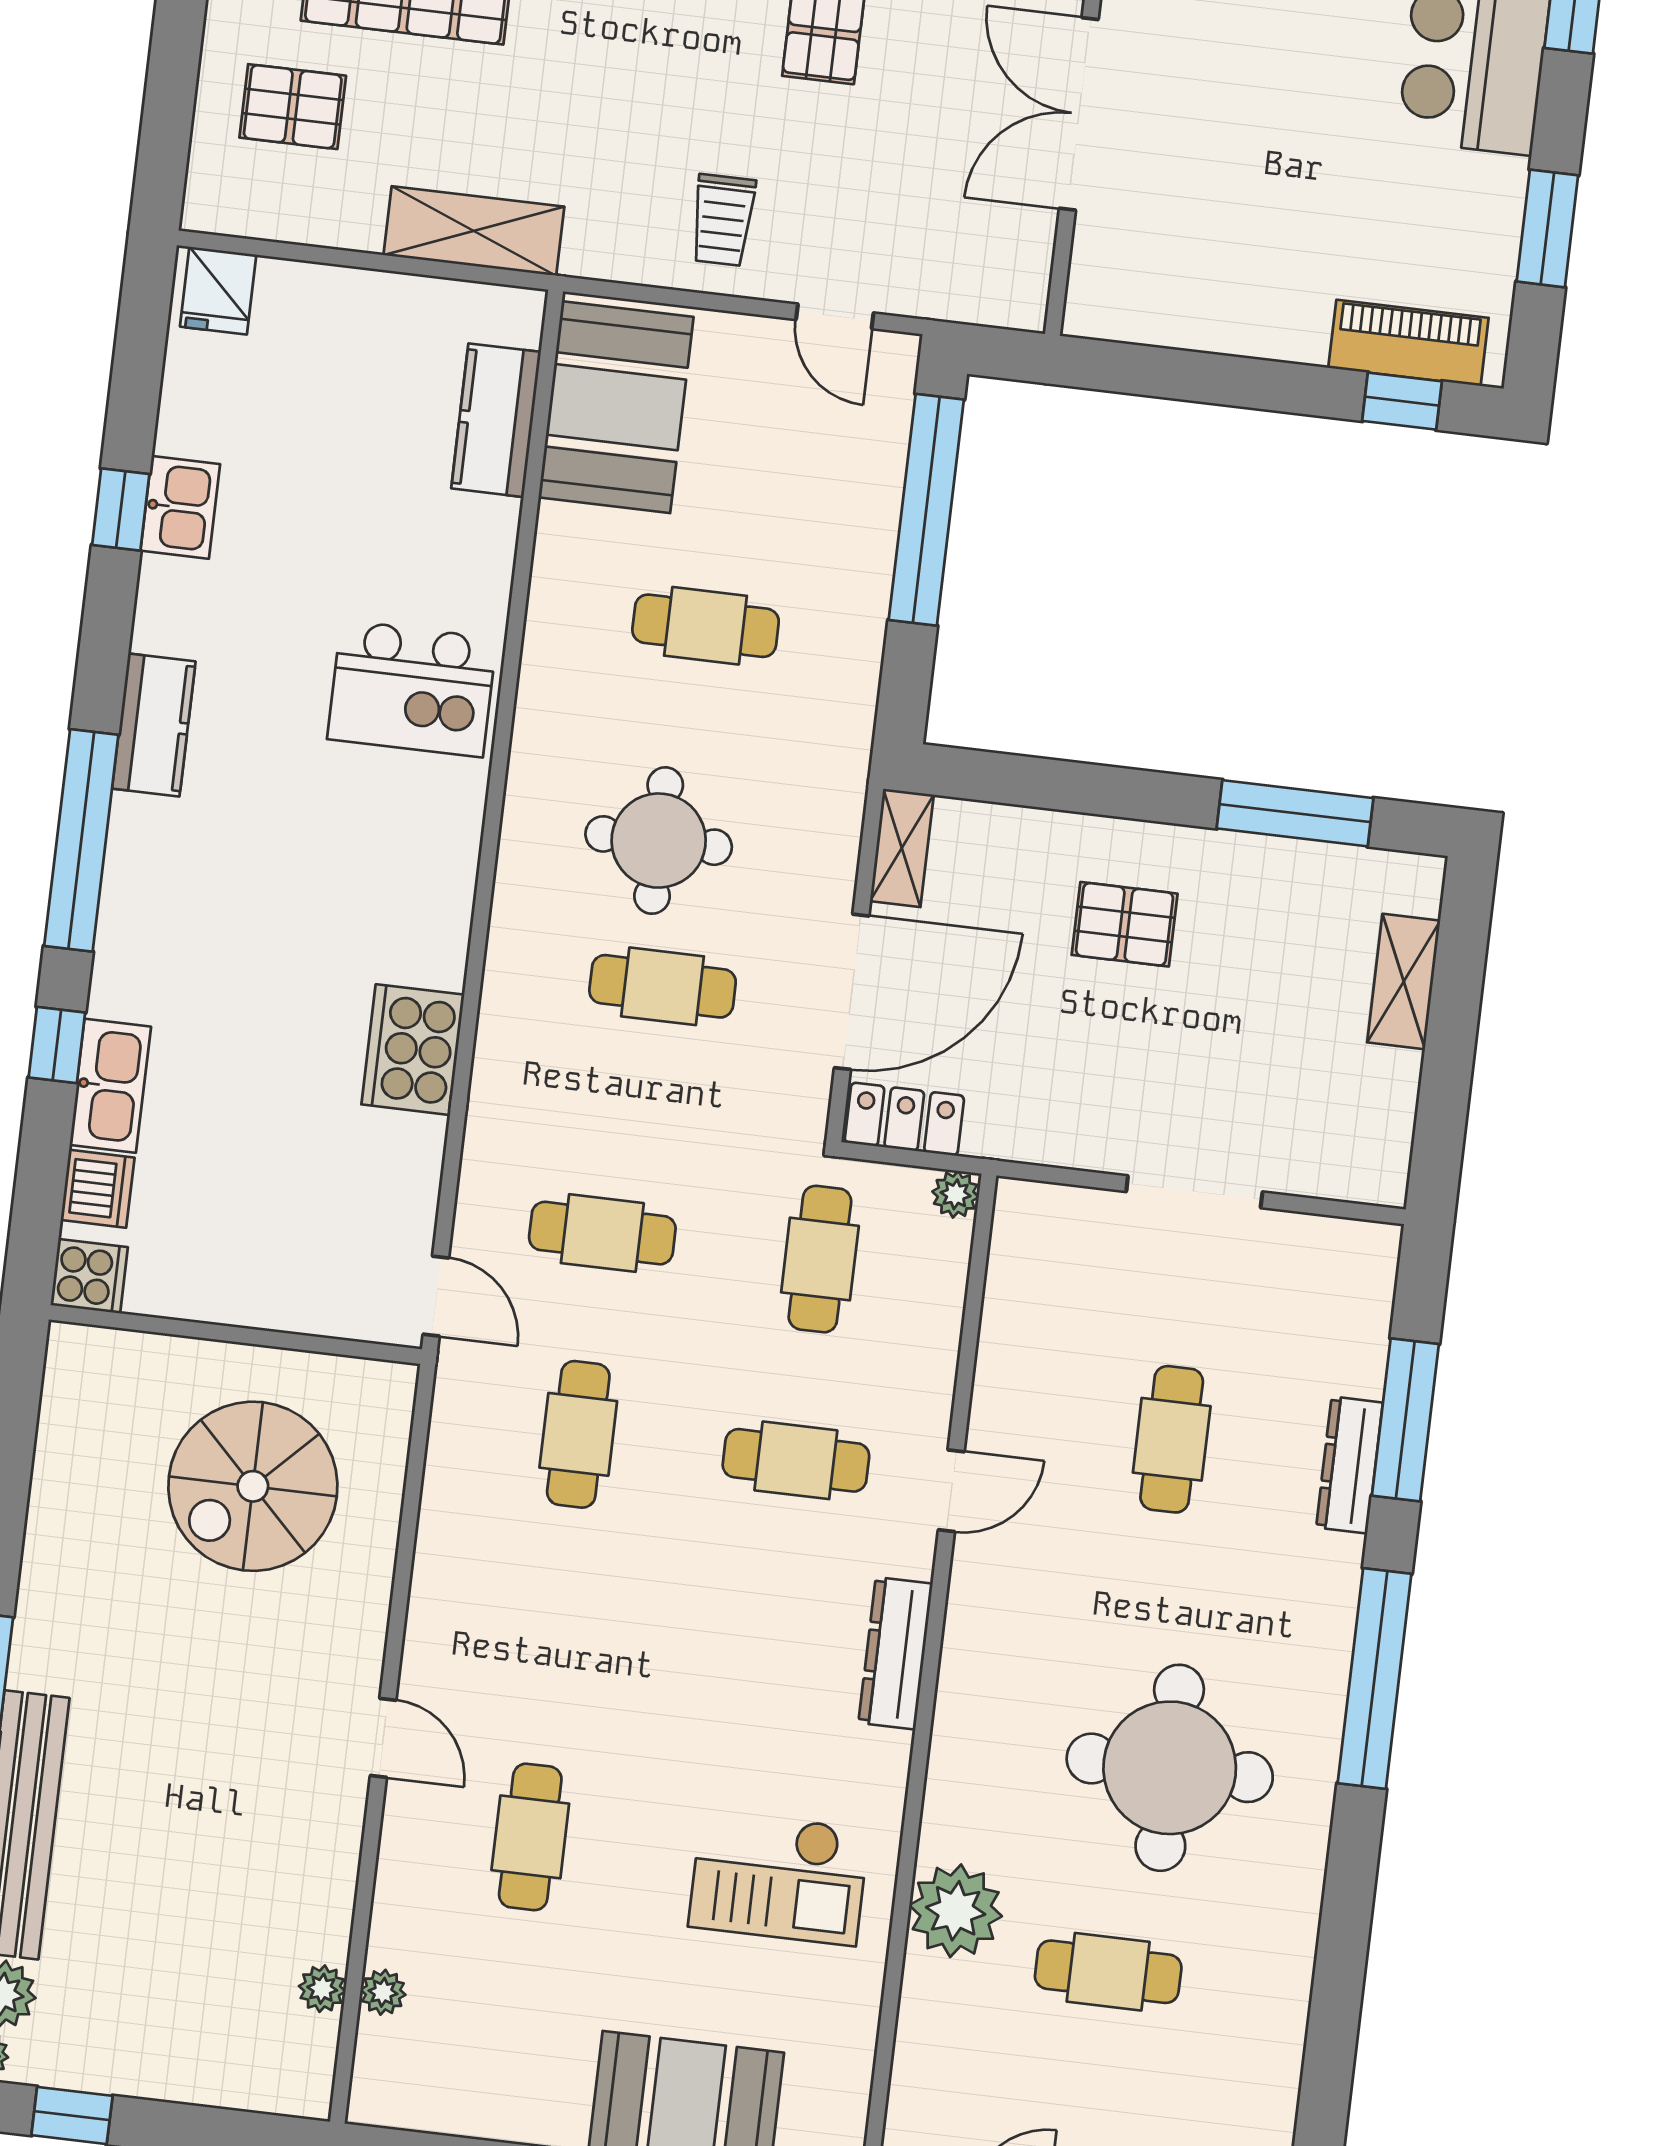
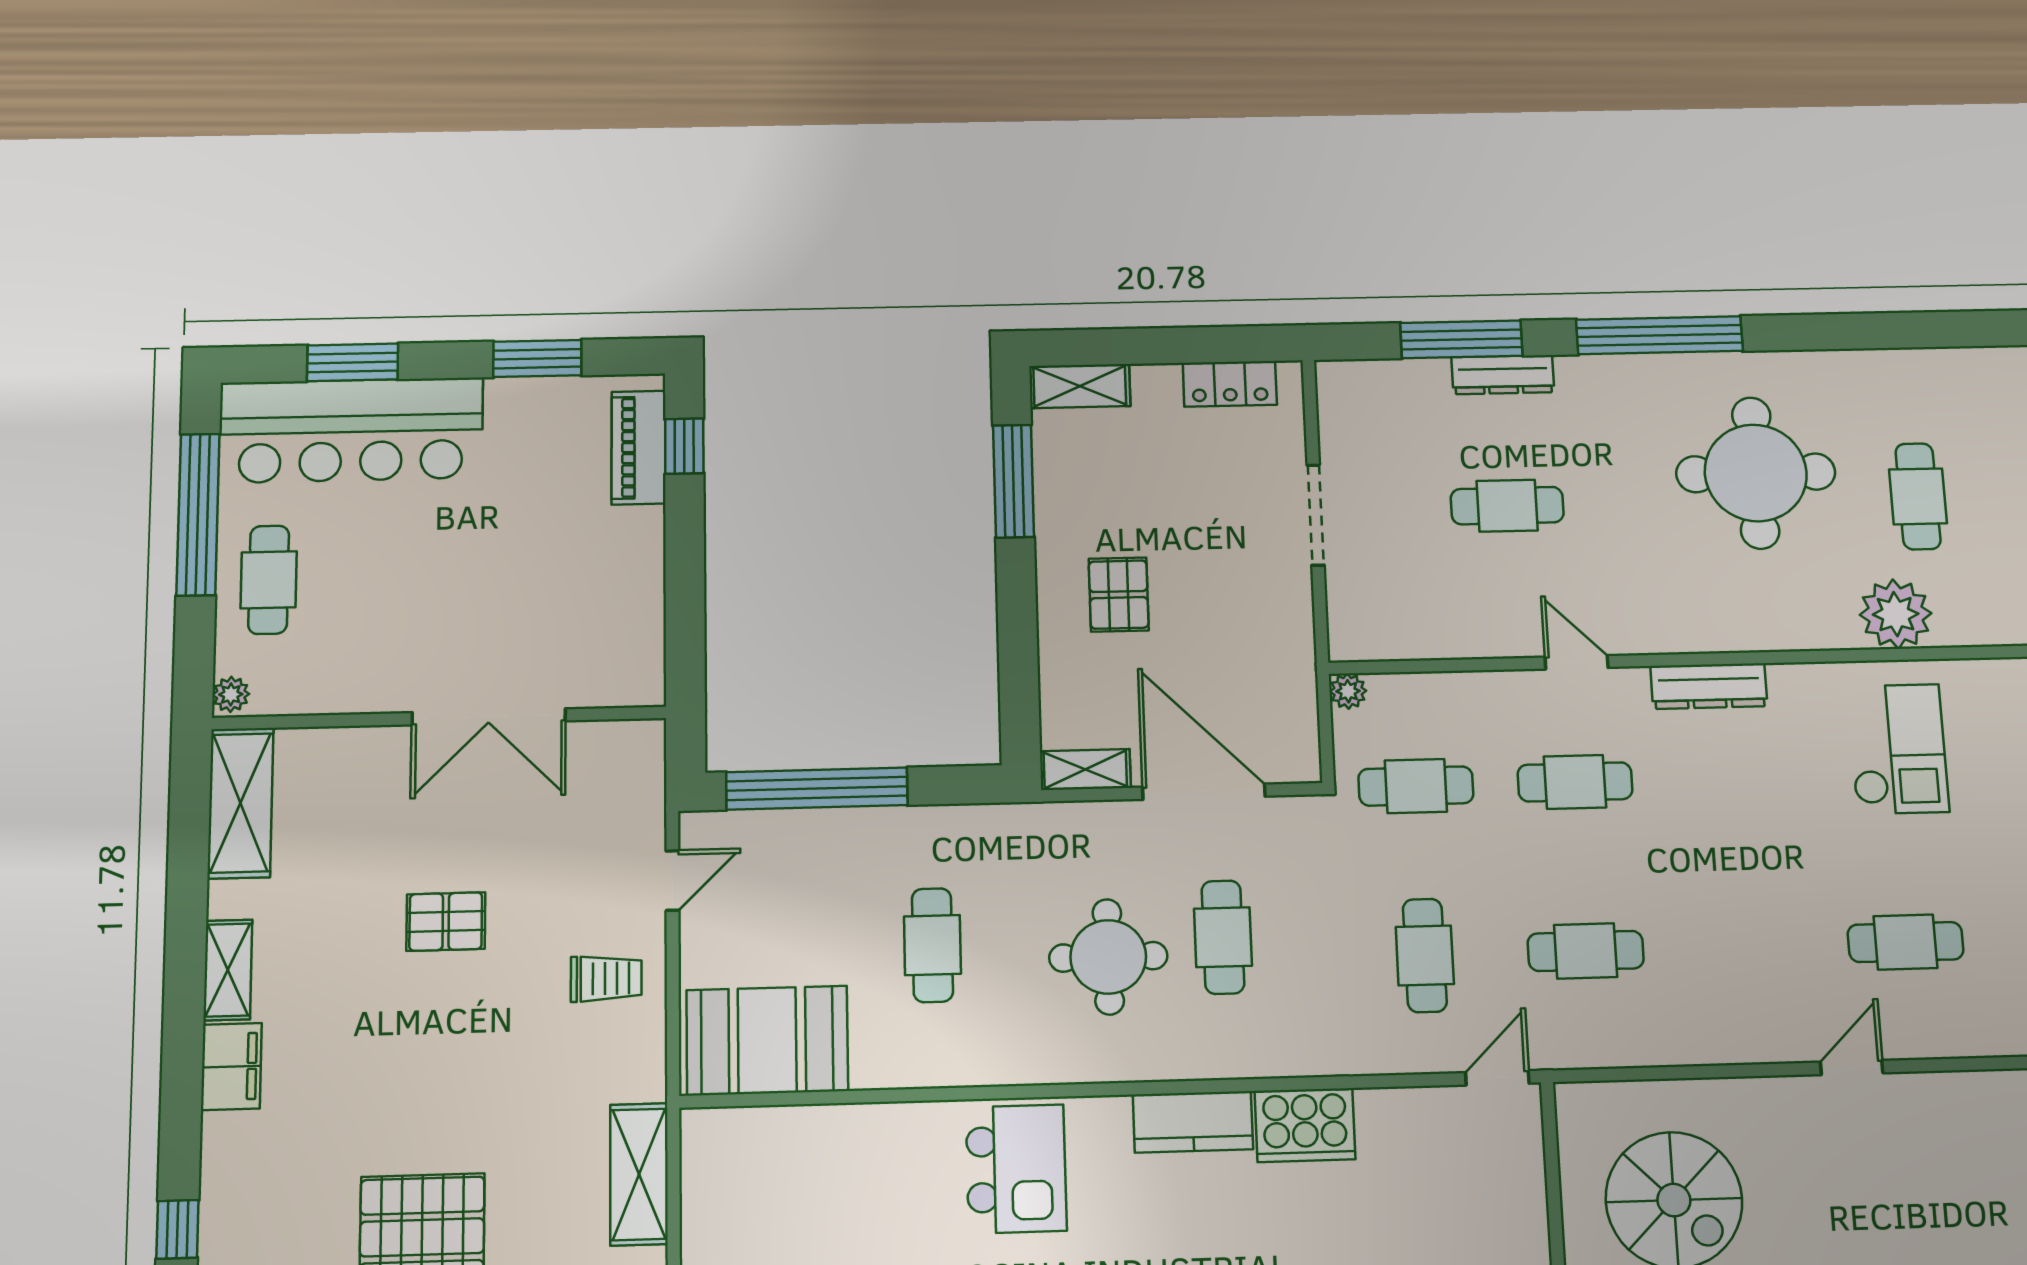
kitchen counter: (496, 420) -> (1193, 1122), moved
shelving: (1404, 981) -> (1080, 386), moved
locker: (904, 1119) -> (1230, 384), moved, turned -90
cafe table: (796, 1460) -> (1575, 782), turned 90

